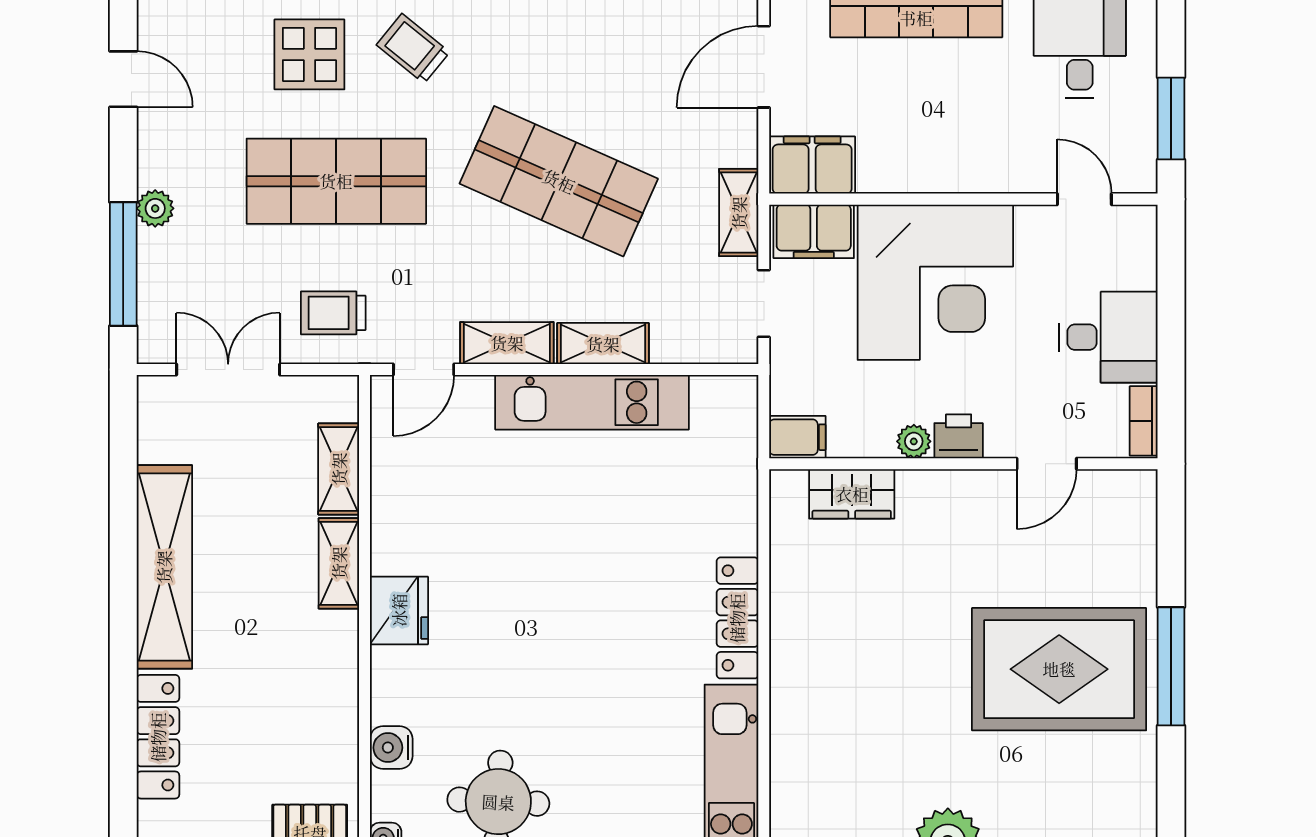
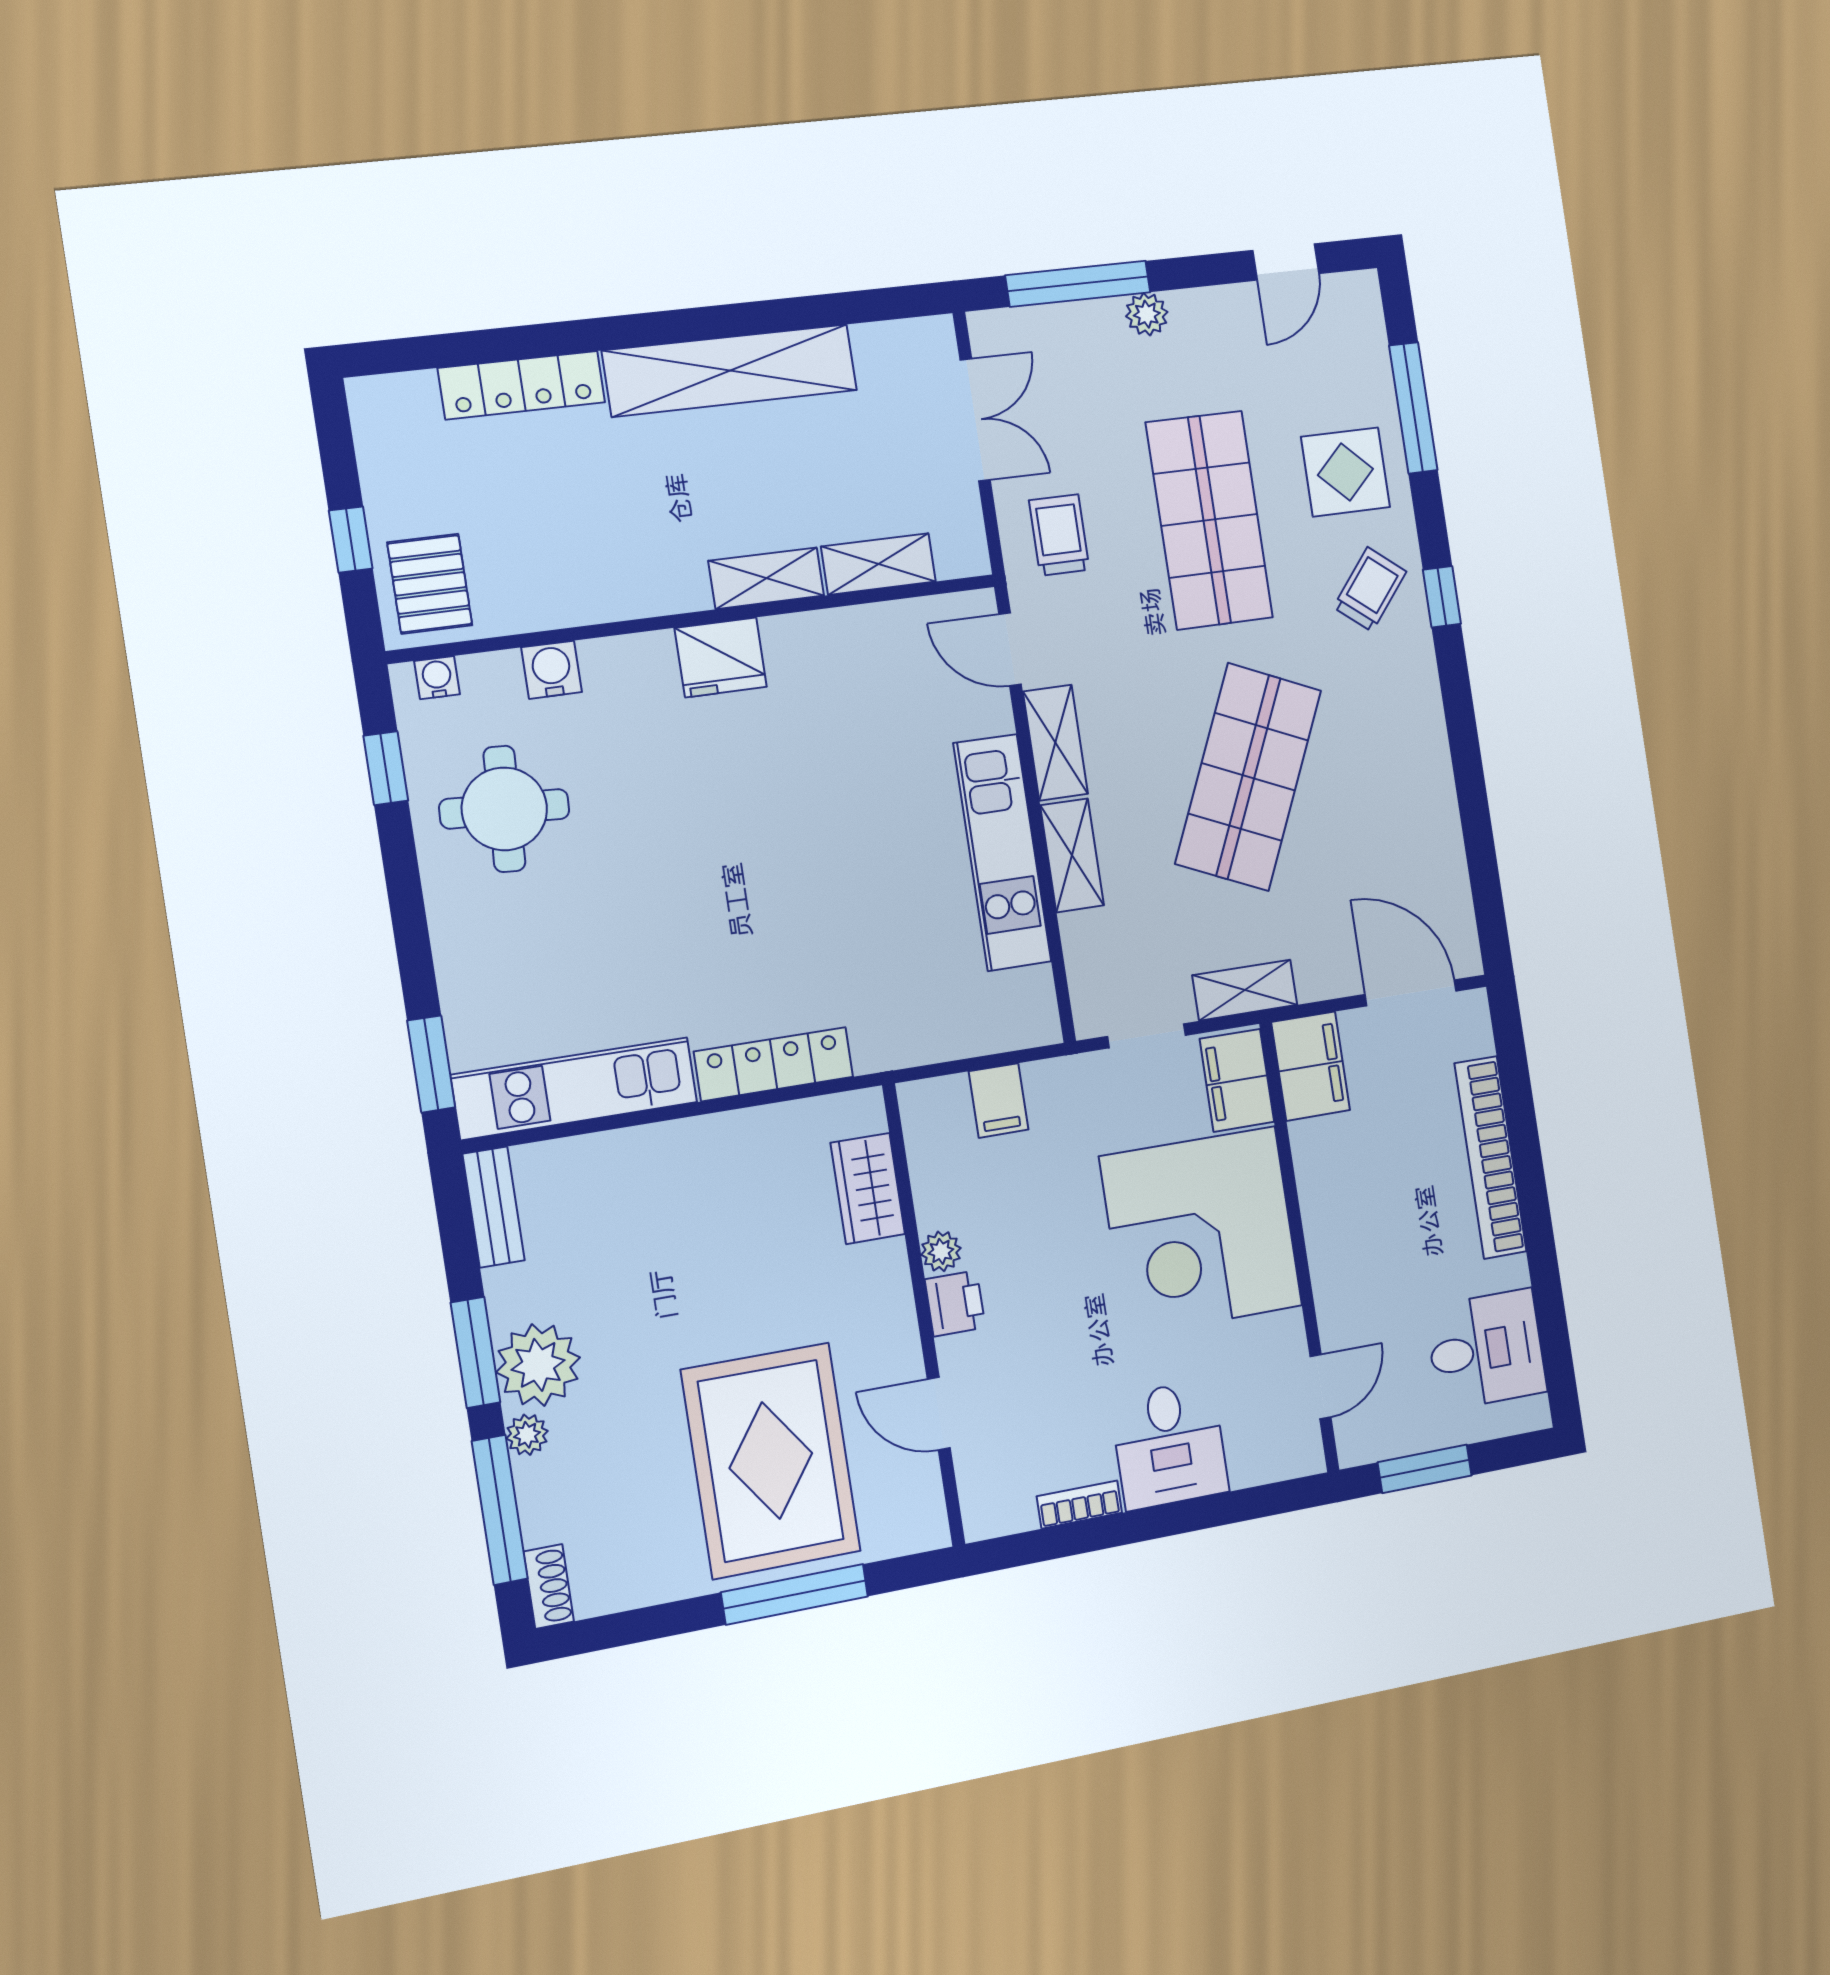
printer: (959, 436) -> (955, 1303), moved
plant: (914, 441) -> (941, 1251), moved
wall: (963, 464) -> (924, 1315), moved
door: (1047, 464) -> (939, 1414), moved
wardrobe: (852, 494) -> (868, 1188), moved

